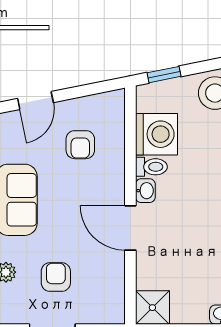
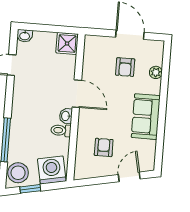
window: (164, 75) -> (30, 189), moved
washing machine: (156, 134) -> (52, 170), moved, turned 79

